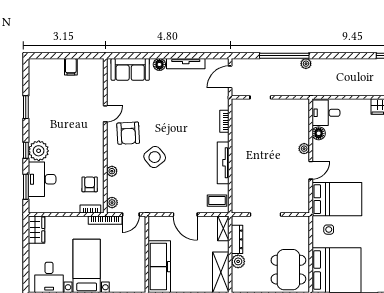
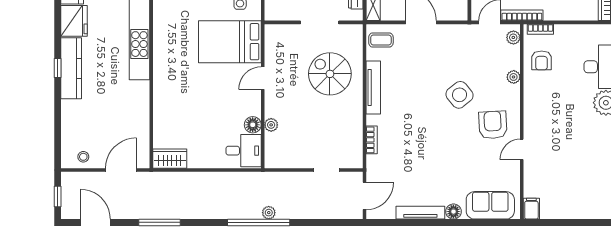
window: (284, 56) -> (259, 222), moved
filing cabinet: (71, 67) -> (531, 209), moved
plant: (304, 149) -> (271, 125), moved
spiral stairs: (257, 174) -> (330, 74), added

